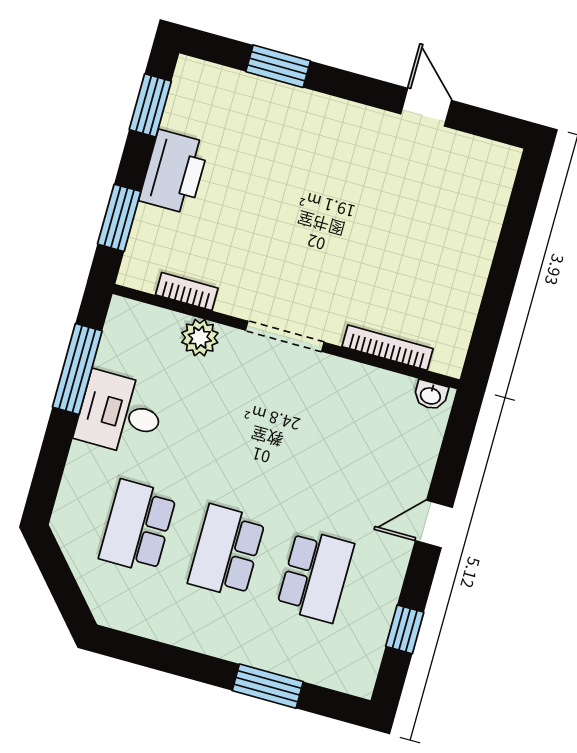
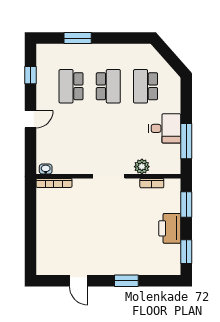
window: (278, 66) -> (126, 281), moved
bookcase: (388, 348) -> (54, 183), moved
school desk: (138, 526) -> (146, 86), turned 180

